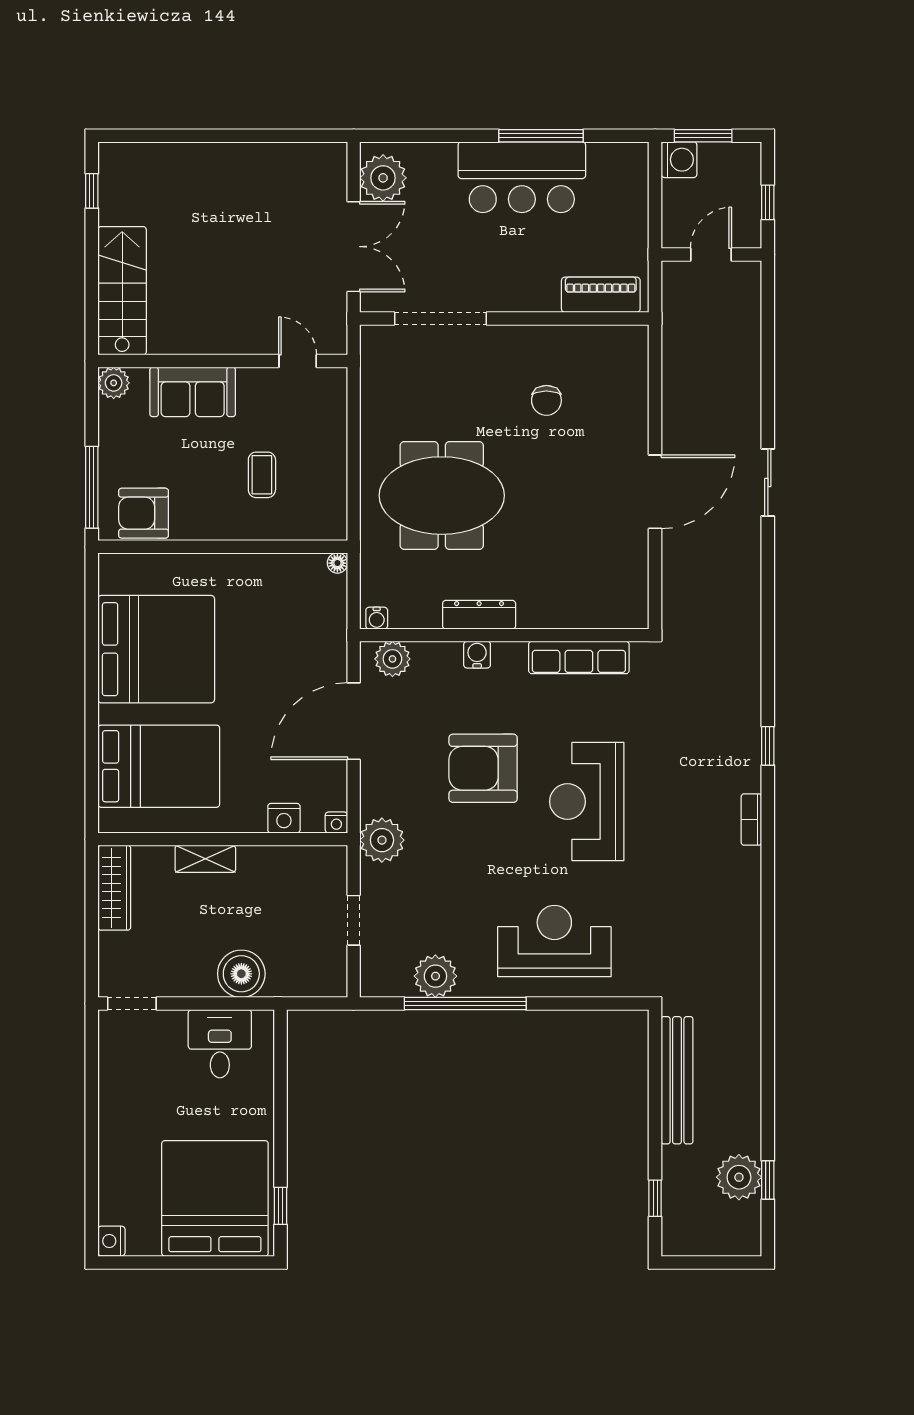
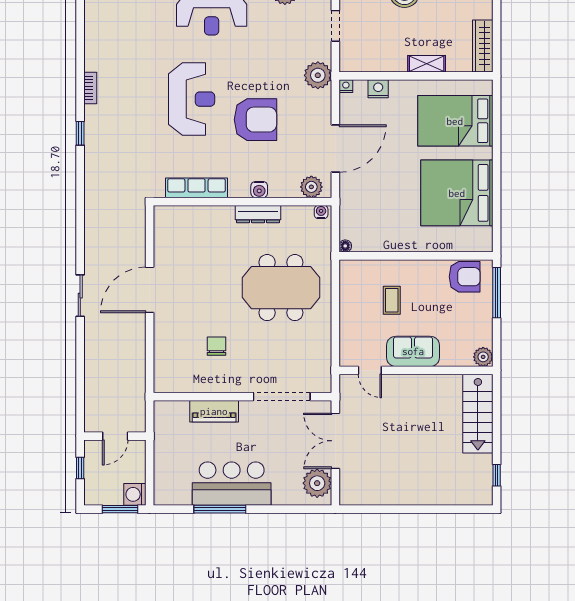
piano: (601, 295) -> (214, 411), moved
sofa: (193, 392) -> (413, 351), moved

